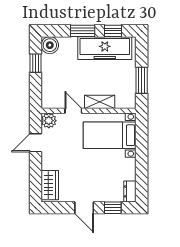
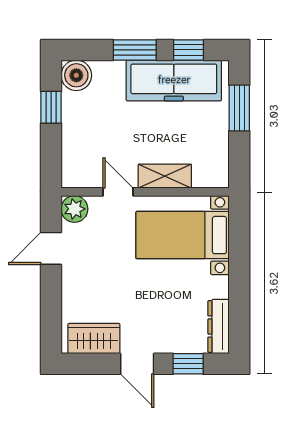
window: (142, 80) -> (239, 108), moved
wardrobe: (50, 185) -> (94, 339), moved, turned -90
dresser: (130, 191) -> (219, 326), width x1.44

